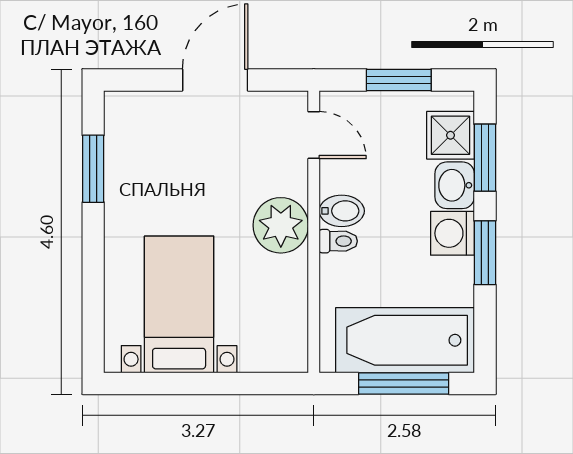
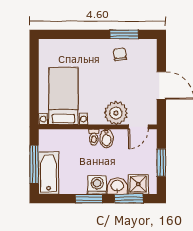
chair: (141, 179) -> (120, 54), added
plant: (281, 225) -> (116, 113), moved
bed with nightstands: (179, 304) -> (63, 96), moved, turned -90
bathtub: (405, 340) -> (49, 173), width x0.73, depth x0.73

